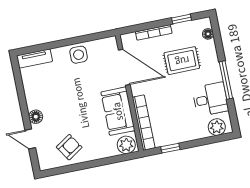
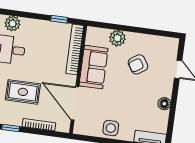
floor lamp: (36, 117) -> (164, 104), moved
plant: (126, 145) -> (117, 38), moved
armchair: (69, 147) -> (138, 64), moved

